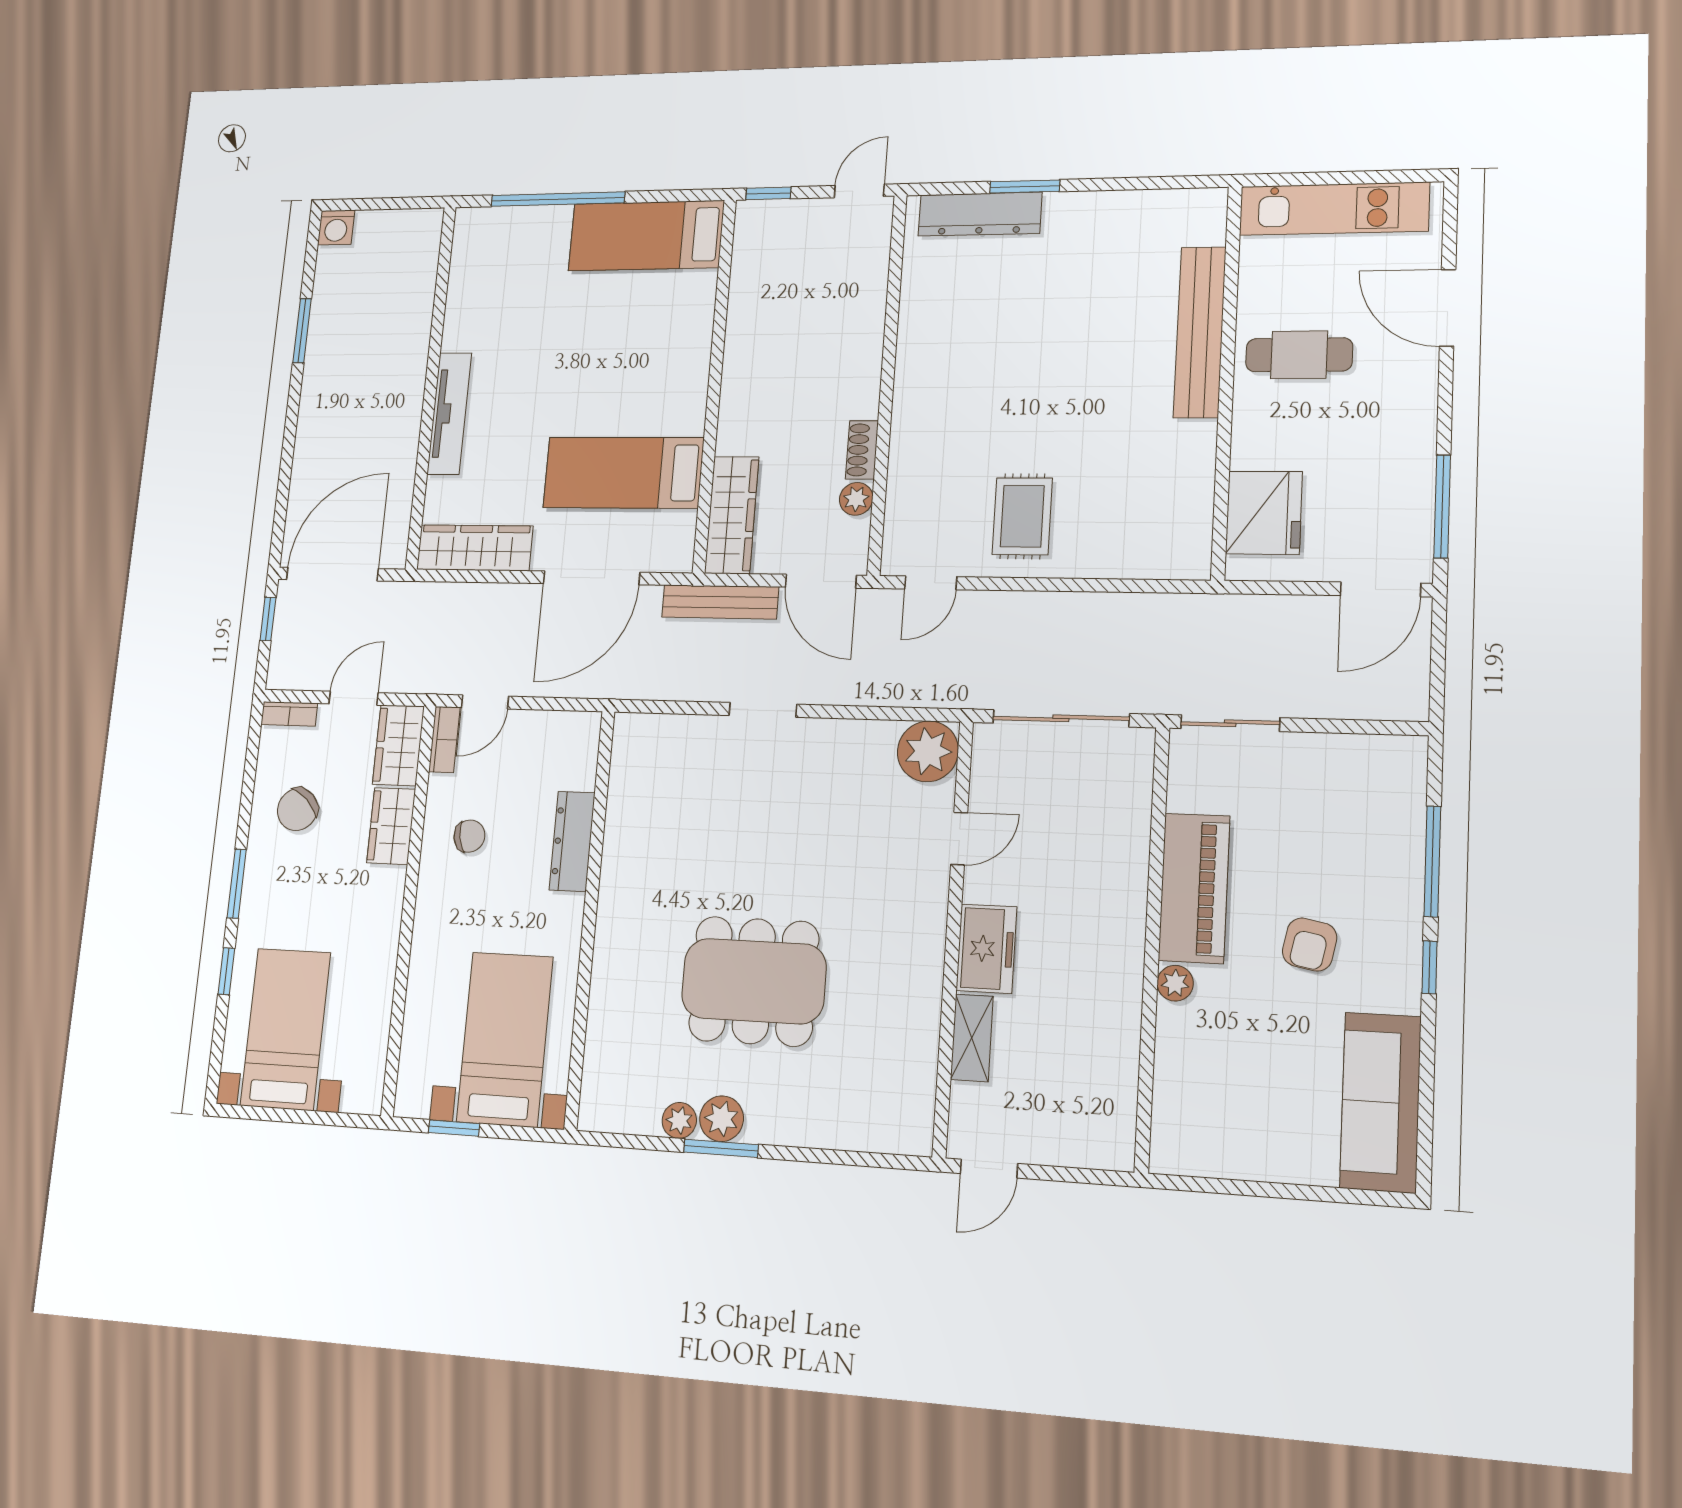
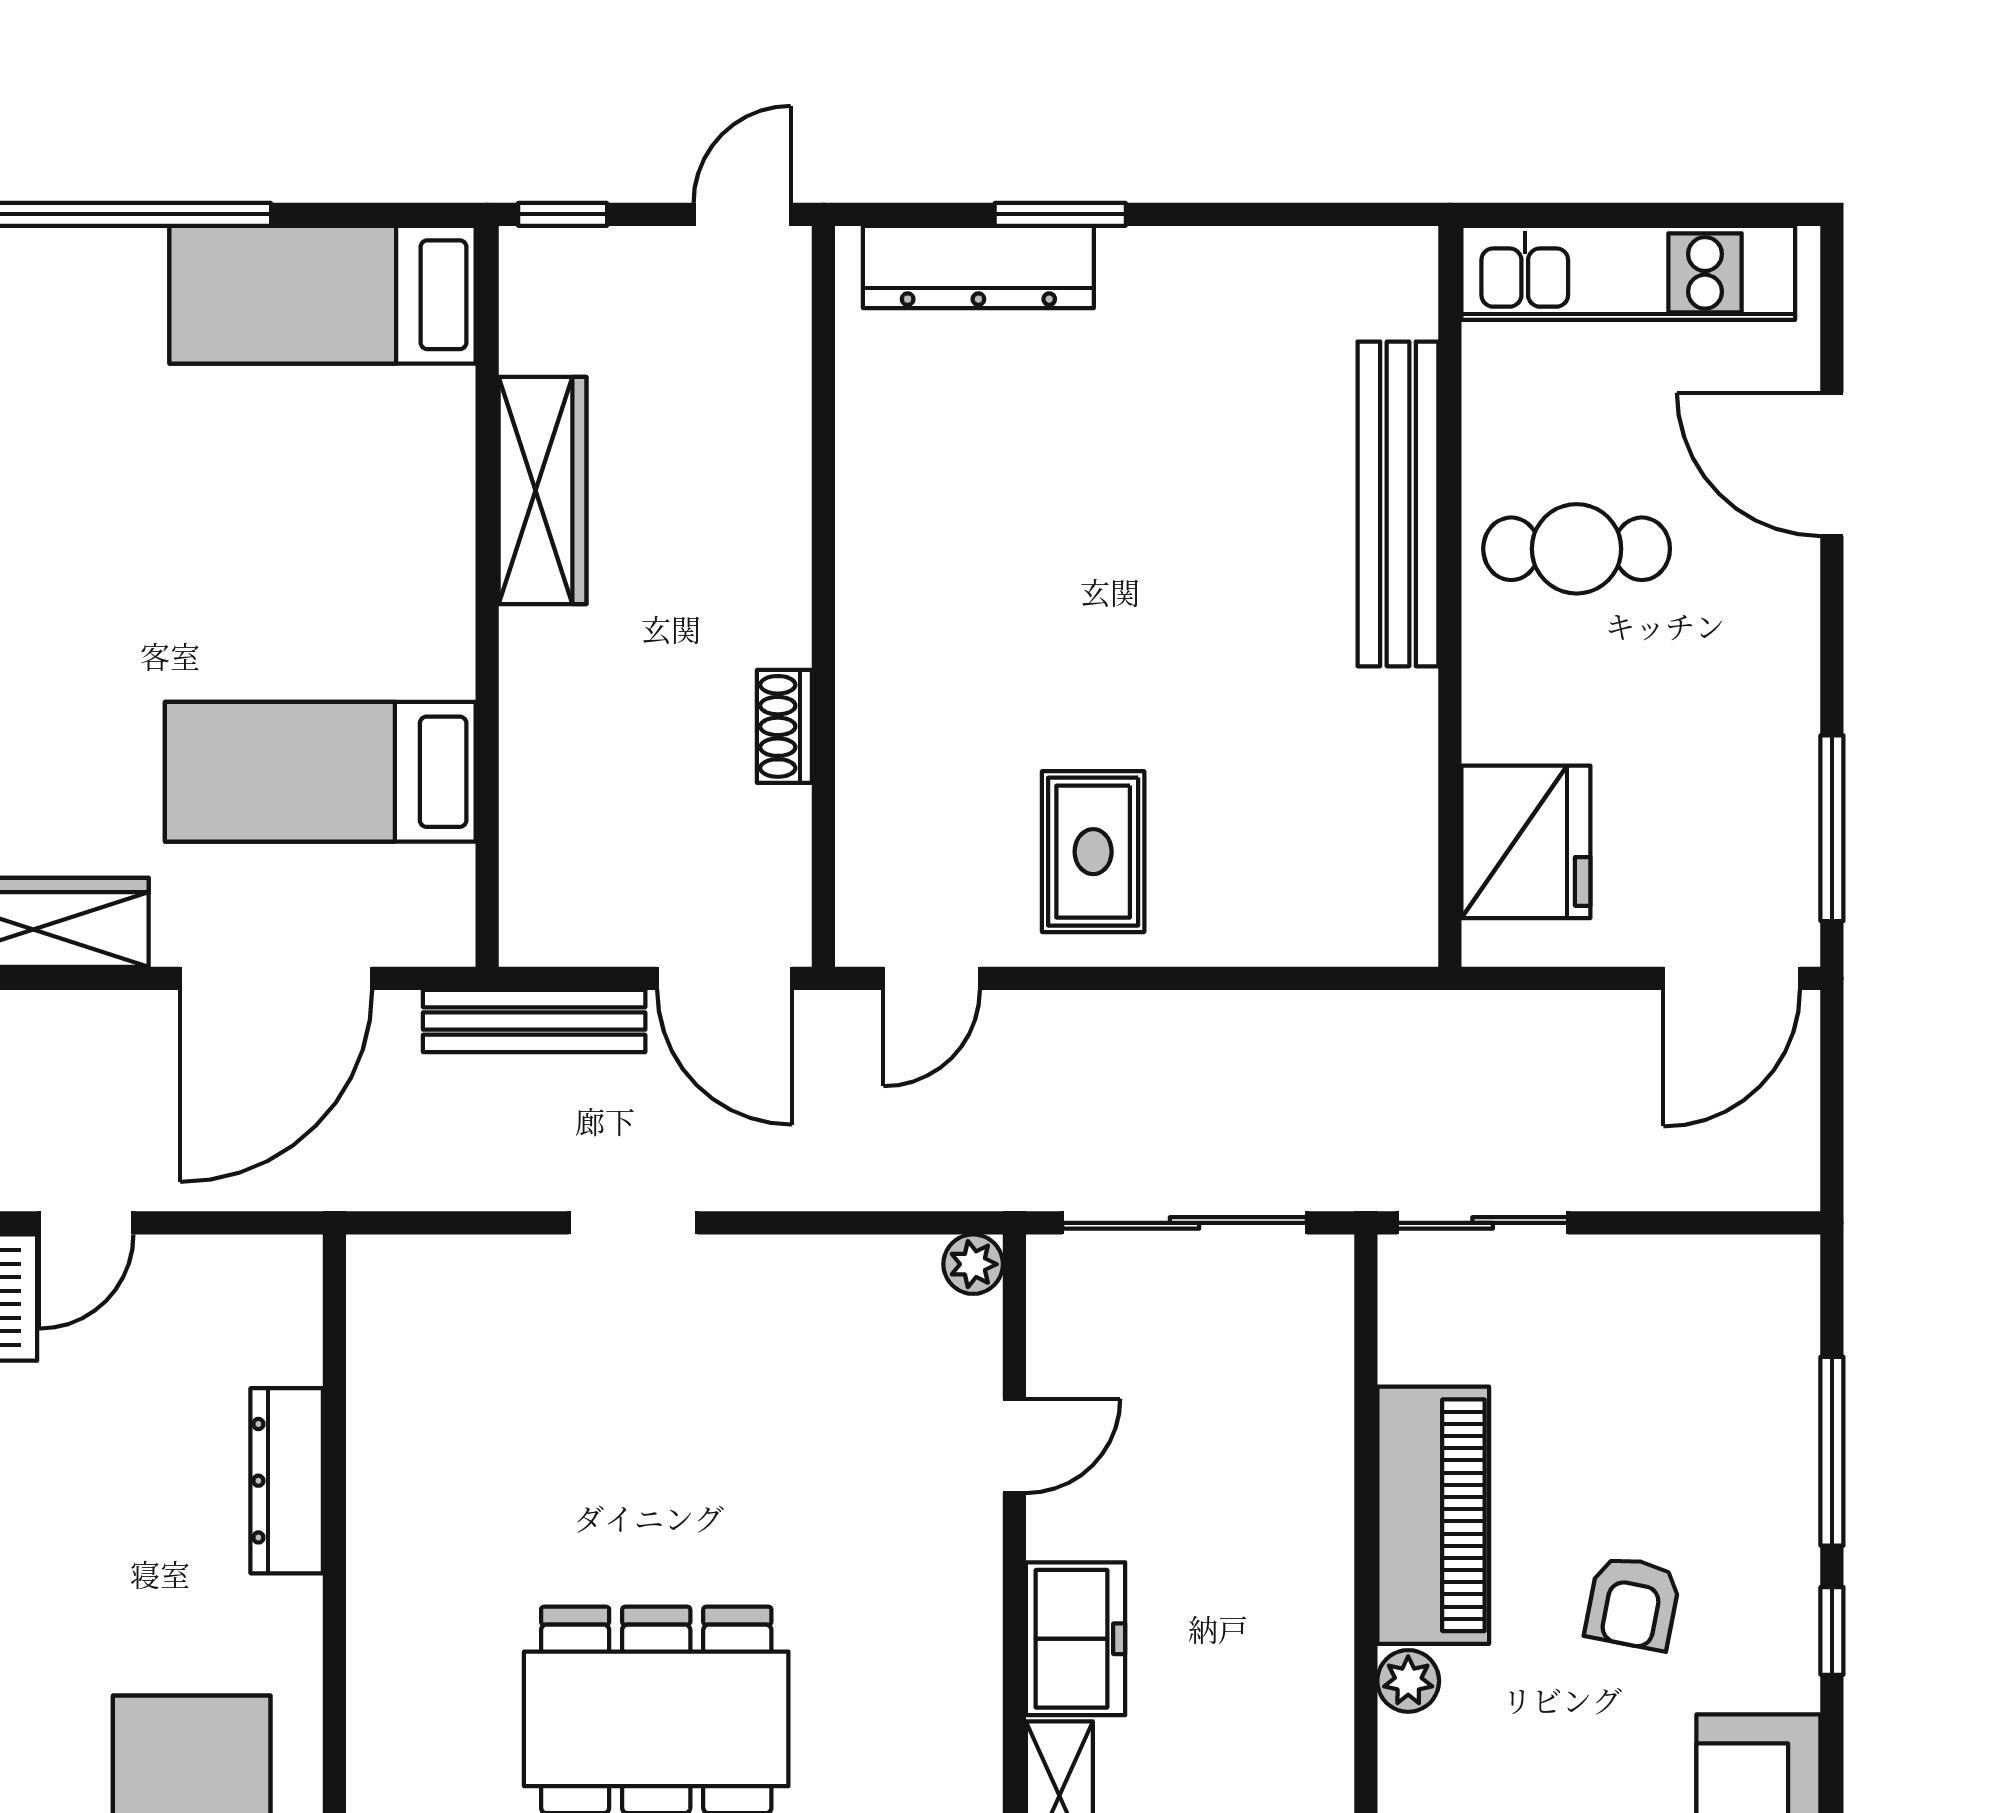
plant: (856, 499) -> (780, 821), removed
wardrobe: (732, 515) -> (543, 491), moved
plant: (928, 751) -> (973, 1264), width x0.53, depth x0.53
chair: (469, 836) -> (82, 1479), removed

